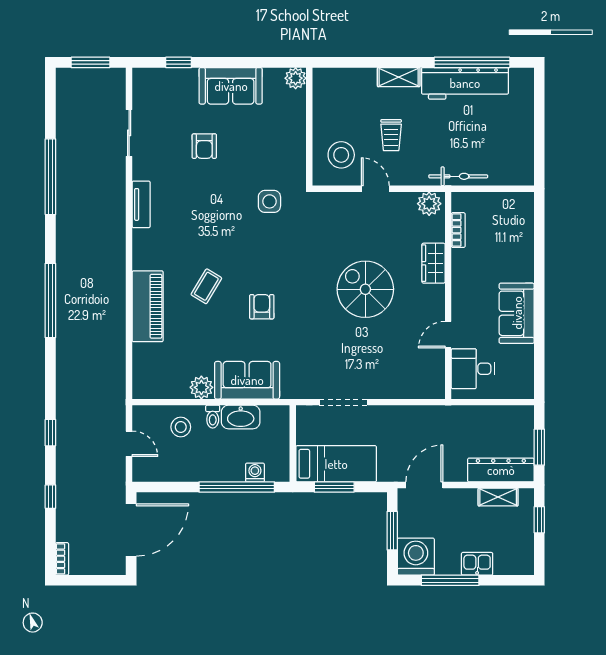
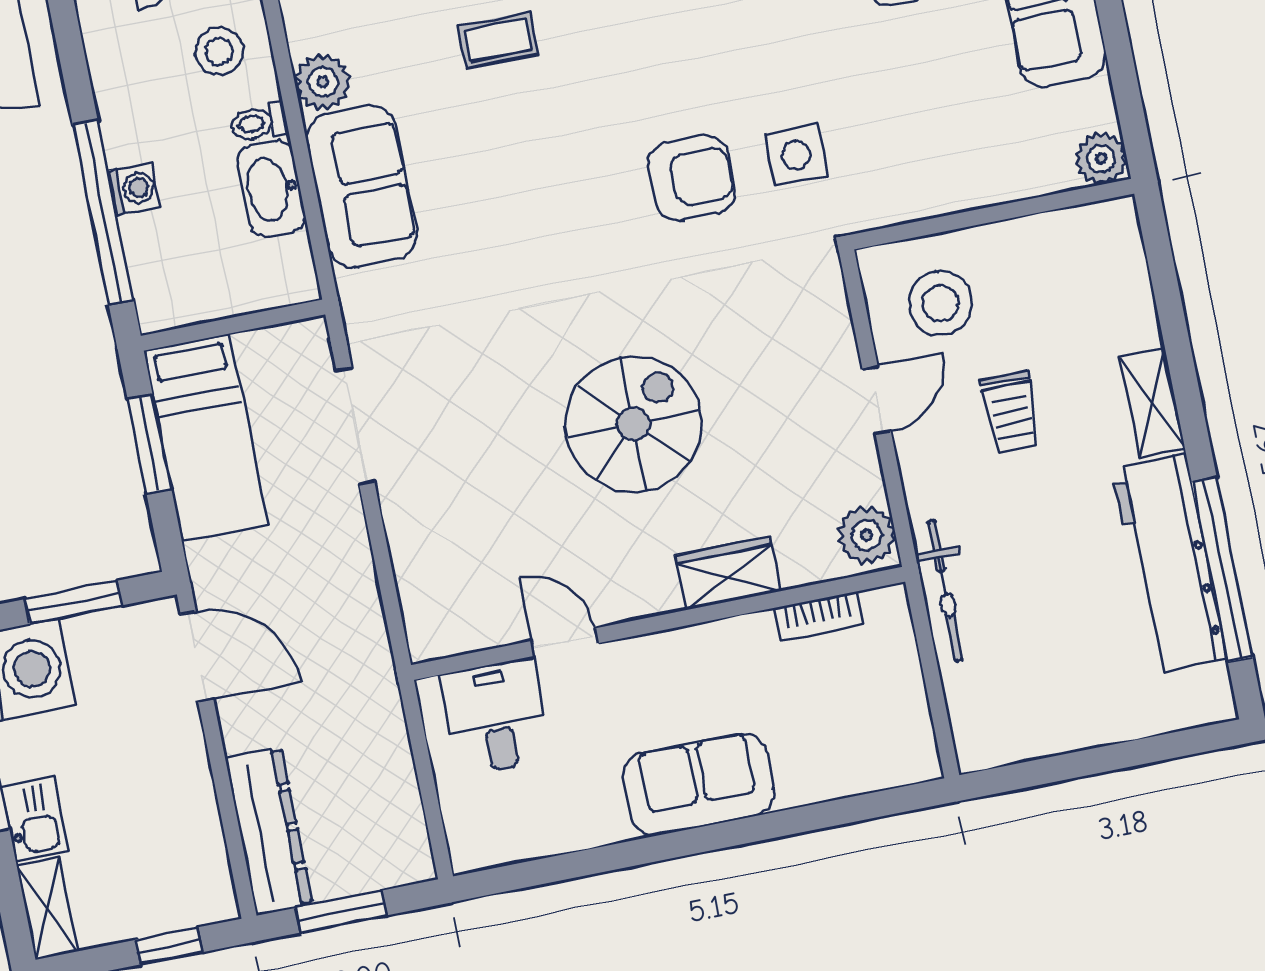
trolley: (391, 135) -> (1011, 412), turned -90
coffee table: (206, 286) -> (498, 40), moved, turned -31
armchair: (262, 307) -> (692, 178), moved, width x1.38, depth x1.38
sofa: (517, 313) -> (699, 784), moved
washing machine: (255, 473) -> (134, 189), moved
shelving: (498, 497) -> (47, 909), moved

